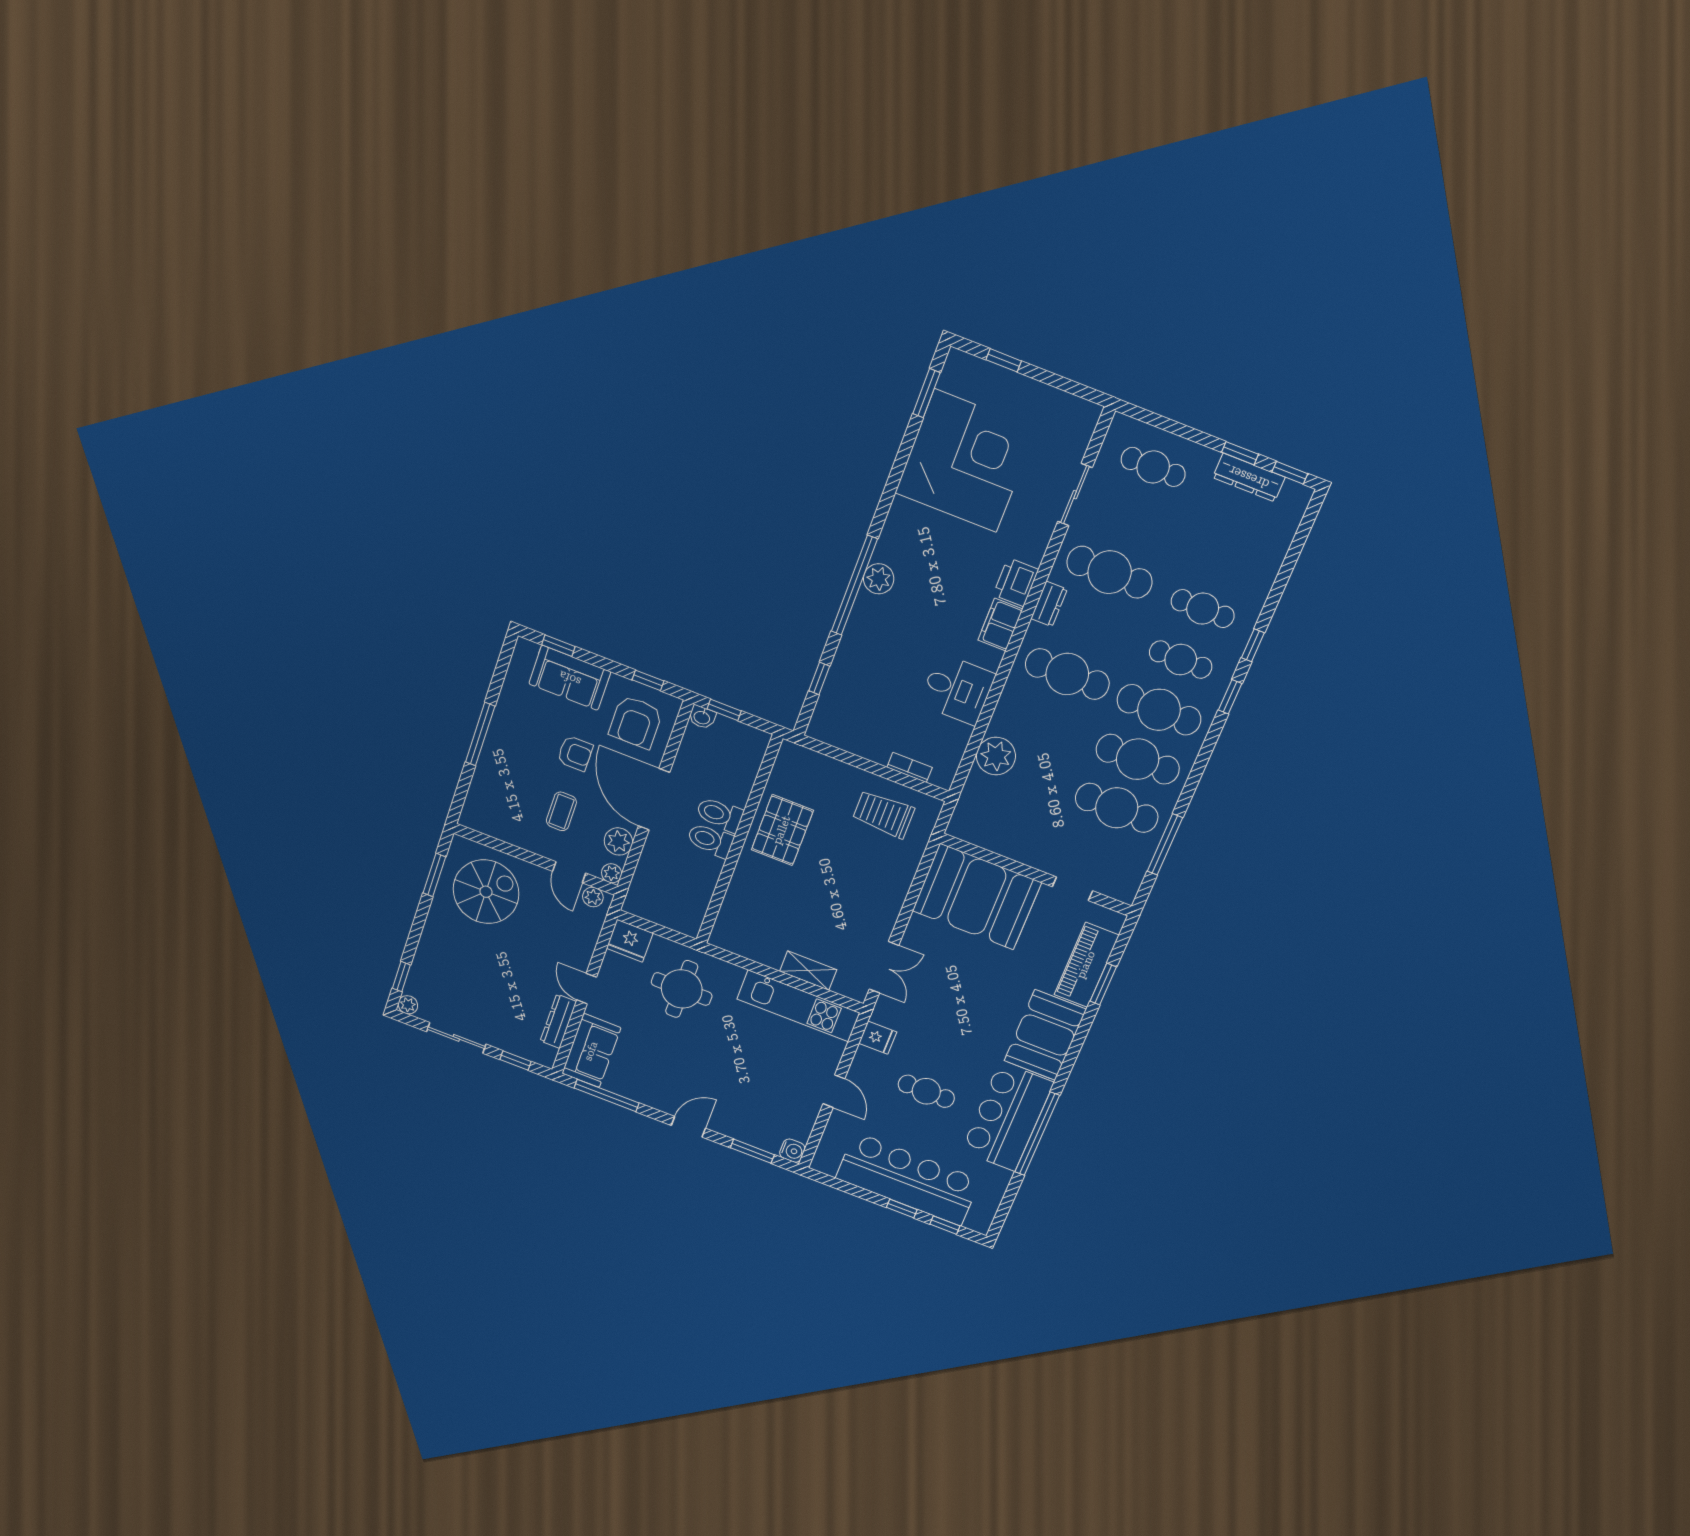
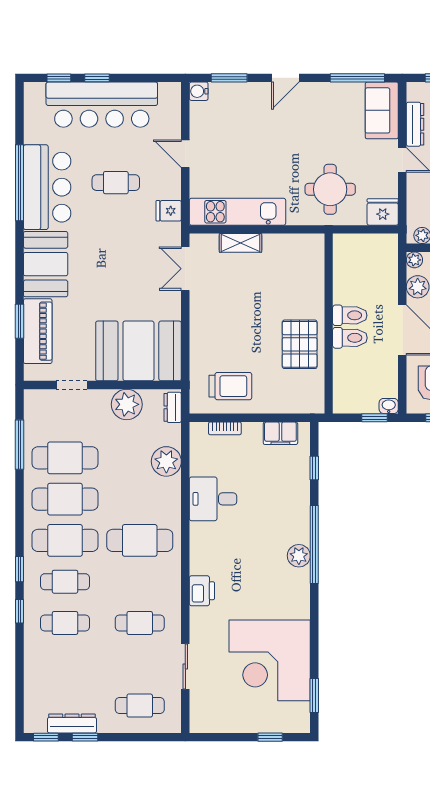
cafe table: (1110, 572) -> (140, 623), width x0.73, depth x0.74
dresser: (1049, 604) -> (173, 407), moved
filing cabinet: (1000, 625) -> (280, 433), moved, turned 90
plant: (1016, 841) -> (127, 404), added

